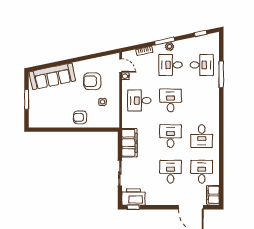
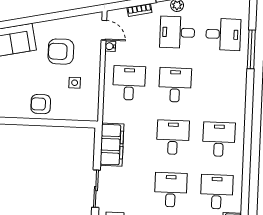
desk: (139, 101) -> (129, 83), turned 90
desk: (202, 136) -> (219, 139), turned 180

